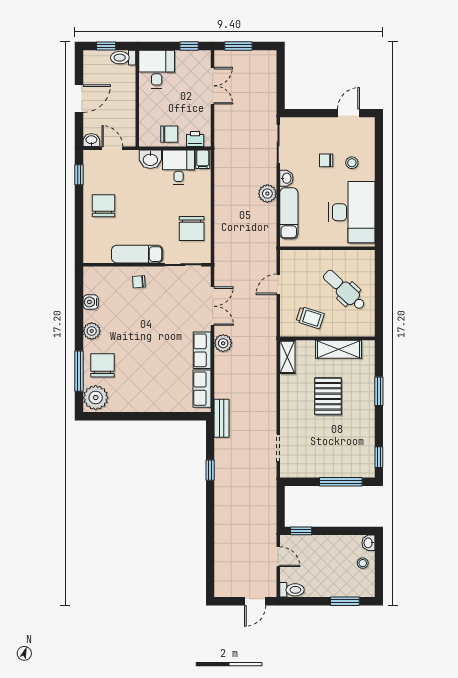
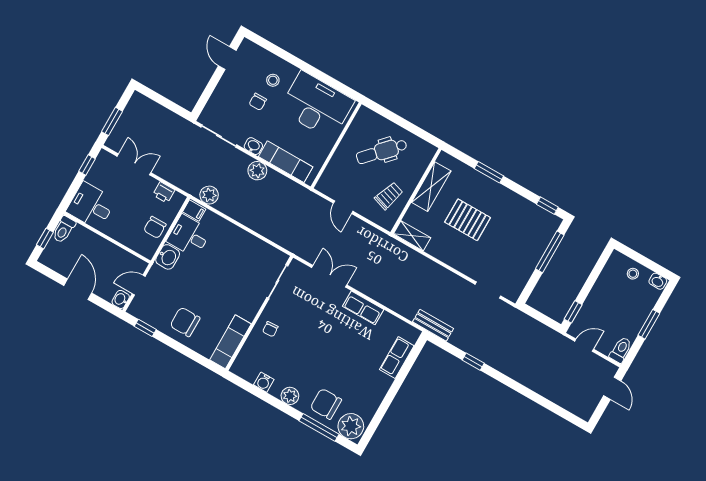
chair: (169, 134) -> (155, 227), turned 180
printer: (195, 139) -> (164, 192), moved, turned -90
chair: (192, 228) -> (250, 255), removed
exam couch: (137, 254) -> (230, 342), moved
plant: (223, 343) -> (209, 195), moved
row of seats: (202, 389) -> (397, 358), moved, turned 90
washbasin: (368, 543) -> (658, 281), moved
window: (345, 601) -> (649, 324), moved

